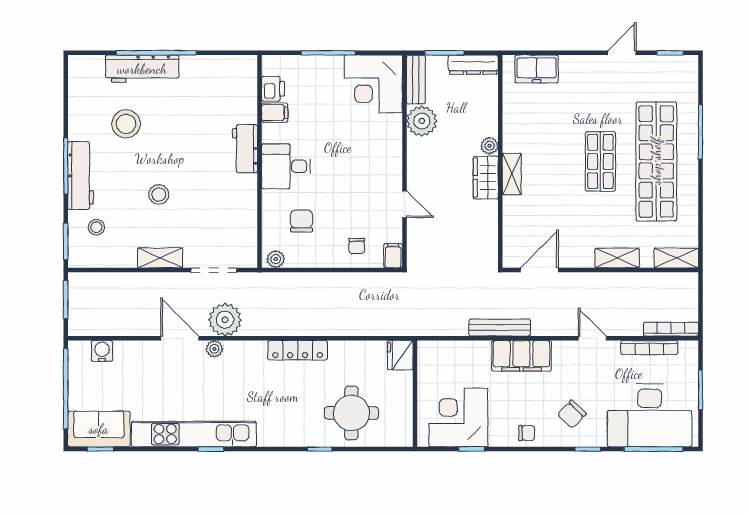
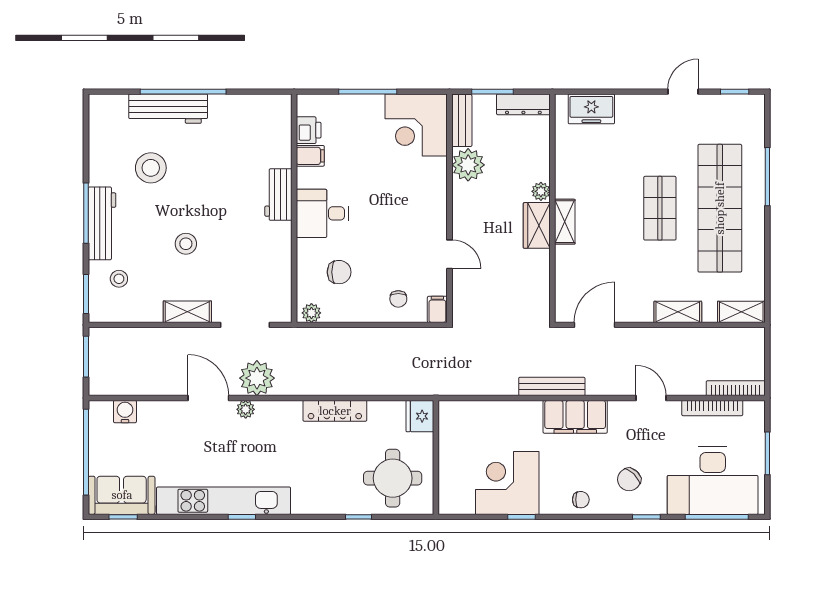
chair: (302, 221) -> (339, 272), turned 90
fridge: (400, 355) -> (420, 416), moved
wall: (415, 394) -> (436, 457), moved

